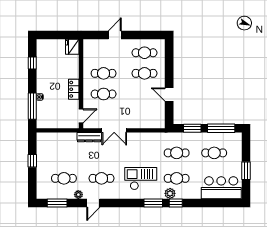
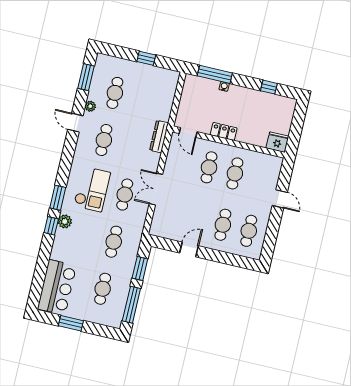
double door: (114, 130) -> (156, 189), moved
cafe table: (177, 178) -> (125, 195), moved

